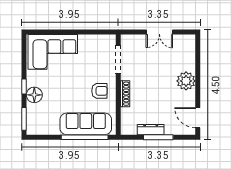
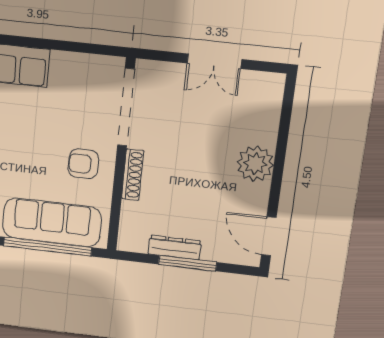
doorway: (118, 60) -> (126, 107), width x1.36
armchair: (99, 91) -> (83, 164), turned 180

